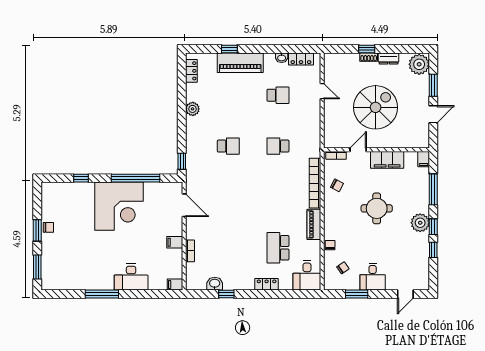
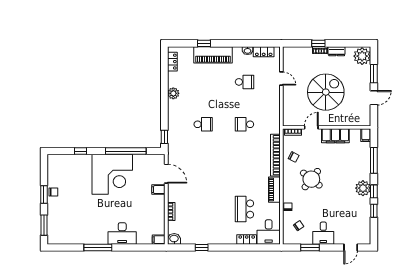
round table: (377, 208) -> (311, 179), moved, turned 38
filing cabinet: (175, 242) -> (158, 190), moved
washbasin: (215, 284) -> (174, 239), moved
locker: (267, 284) -> (247, 239), moved

